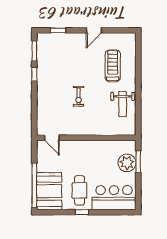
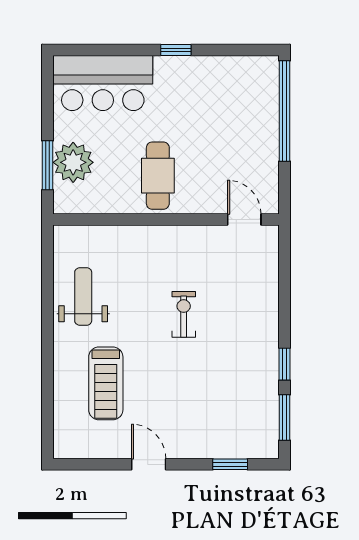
door: (94, 30) -> (149, 464), hinge flipped
cafe table: (80, 190) -> (158, 176), moved
booth: (49, 191) -> (251, 98), removed

